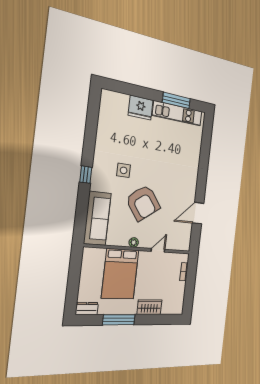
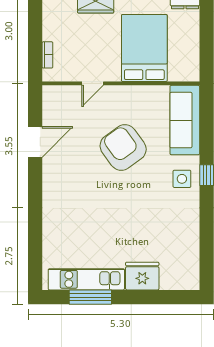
side table: (124, 170) -> (182, 179), moved
plant: (134, 242) -> (130, 92), removed

